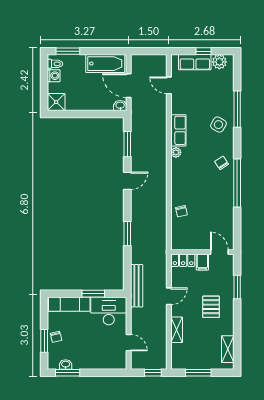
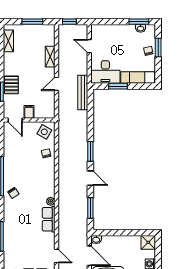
side table: (218, 125) -> (44, 132), moved
door: (127, 181) -> (90, 178), swing flipped
window: (127, 234) -> (90, 151), moved
locker: (183, 260) -> (45, 113), removed
pallet: (211, 307) -> (11, 85), moved

